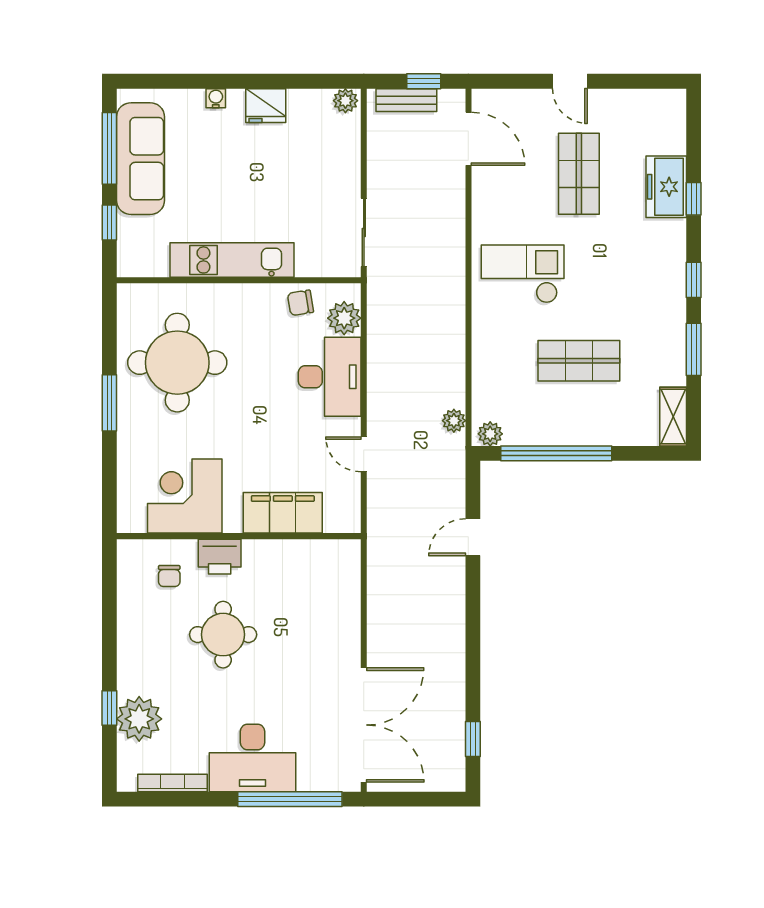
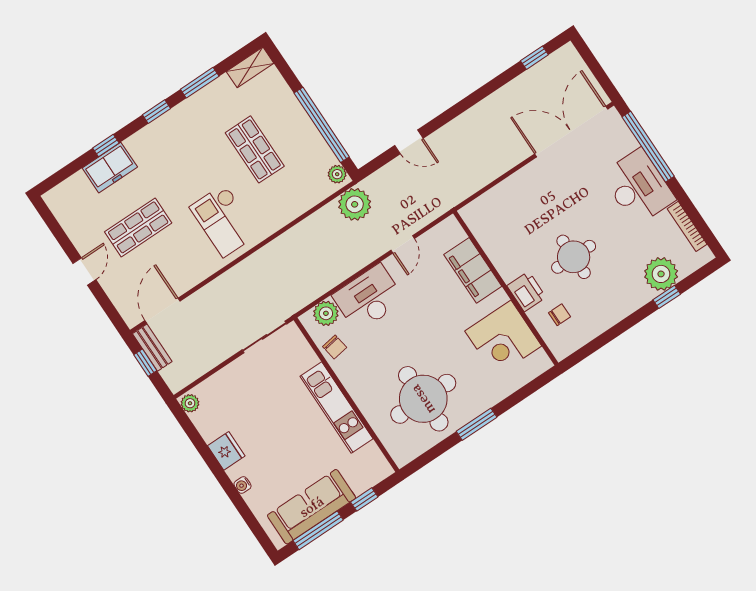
bench: (406, 100) -> (152, 348), moved
plant: (454, 421) -> (355, 204), width x1.88, depth x1.88

